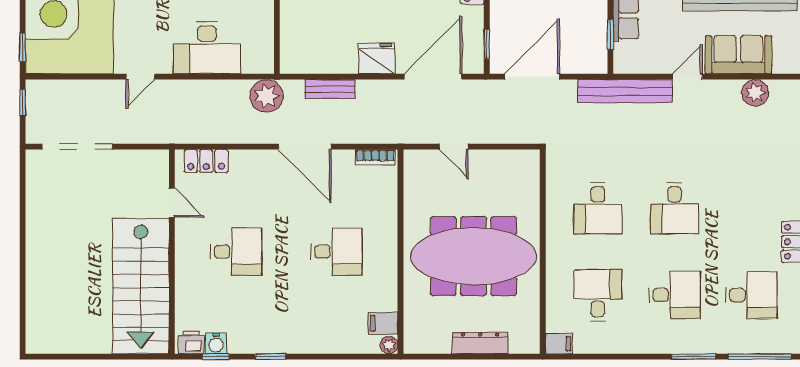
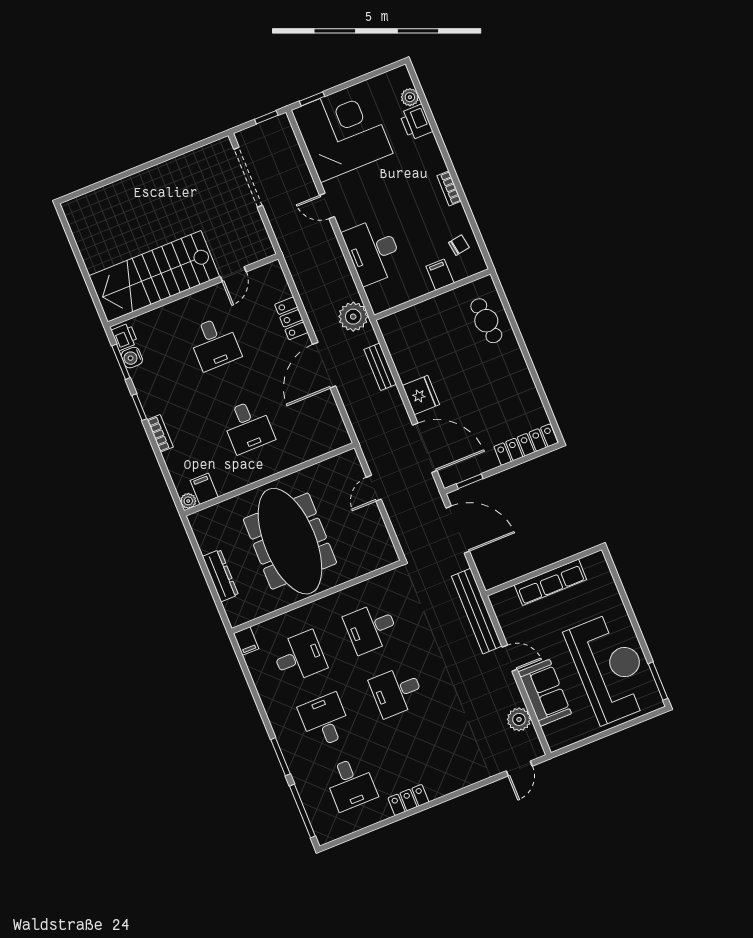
window: (610, 34) -> (519, 580), removed
bookcase: (375, 157) -> (160, 433), moved, turned 180
locker: (206, 161) -> (291, 318), moved
desk: (675, 295) -> (325, 720), turned 180
window: (216, 357) -> (121, 362), width x1.50

